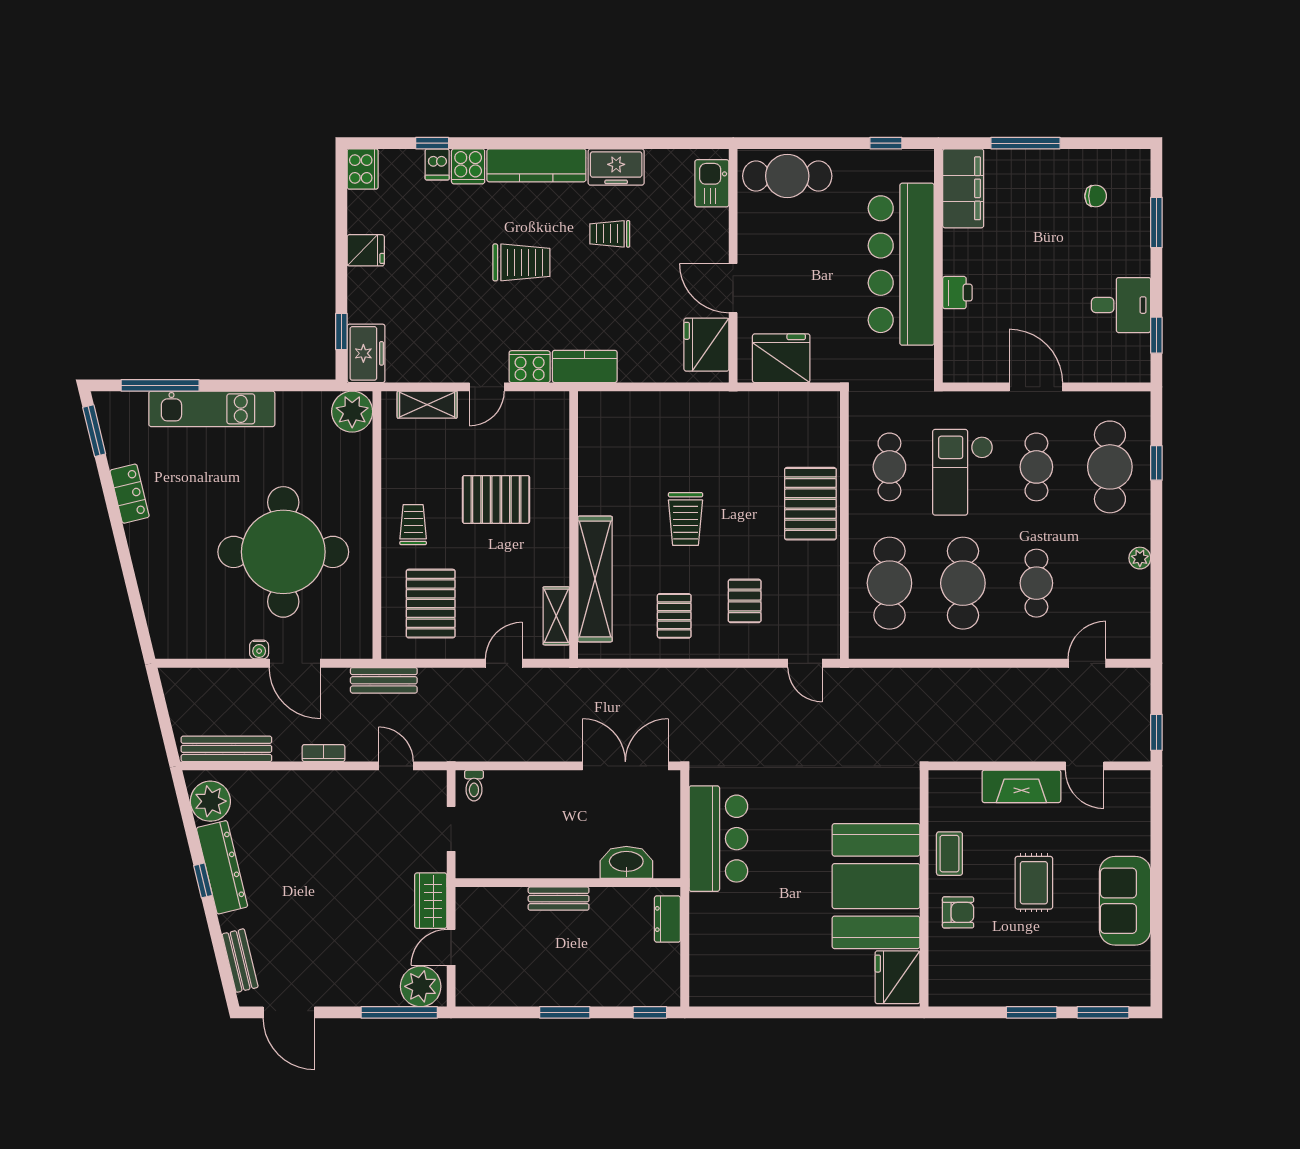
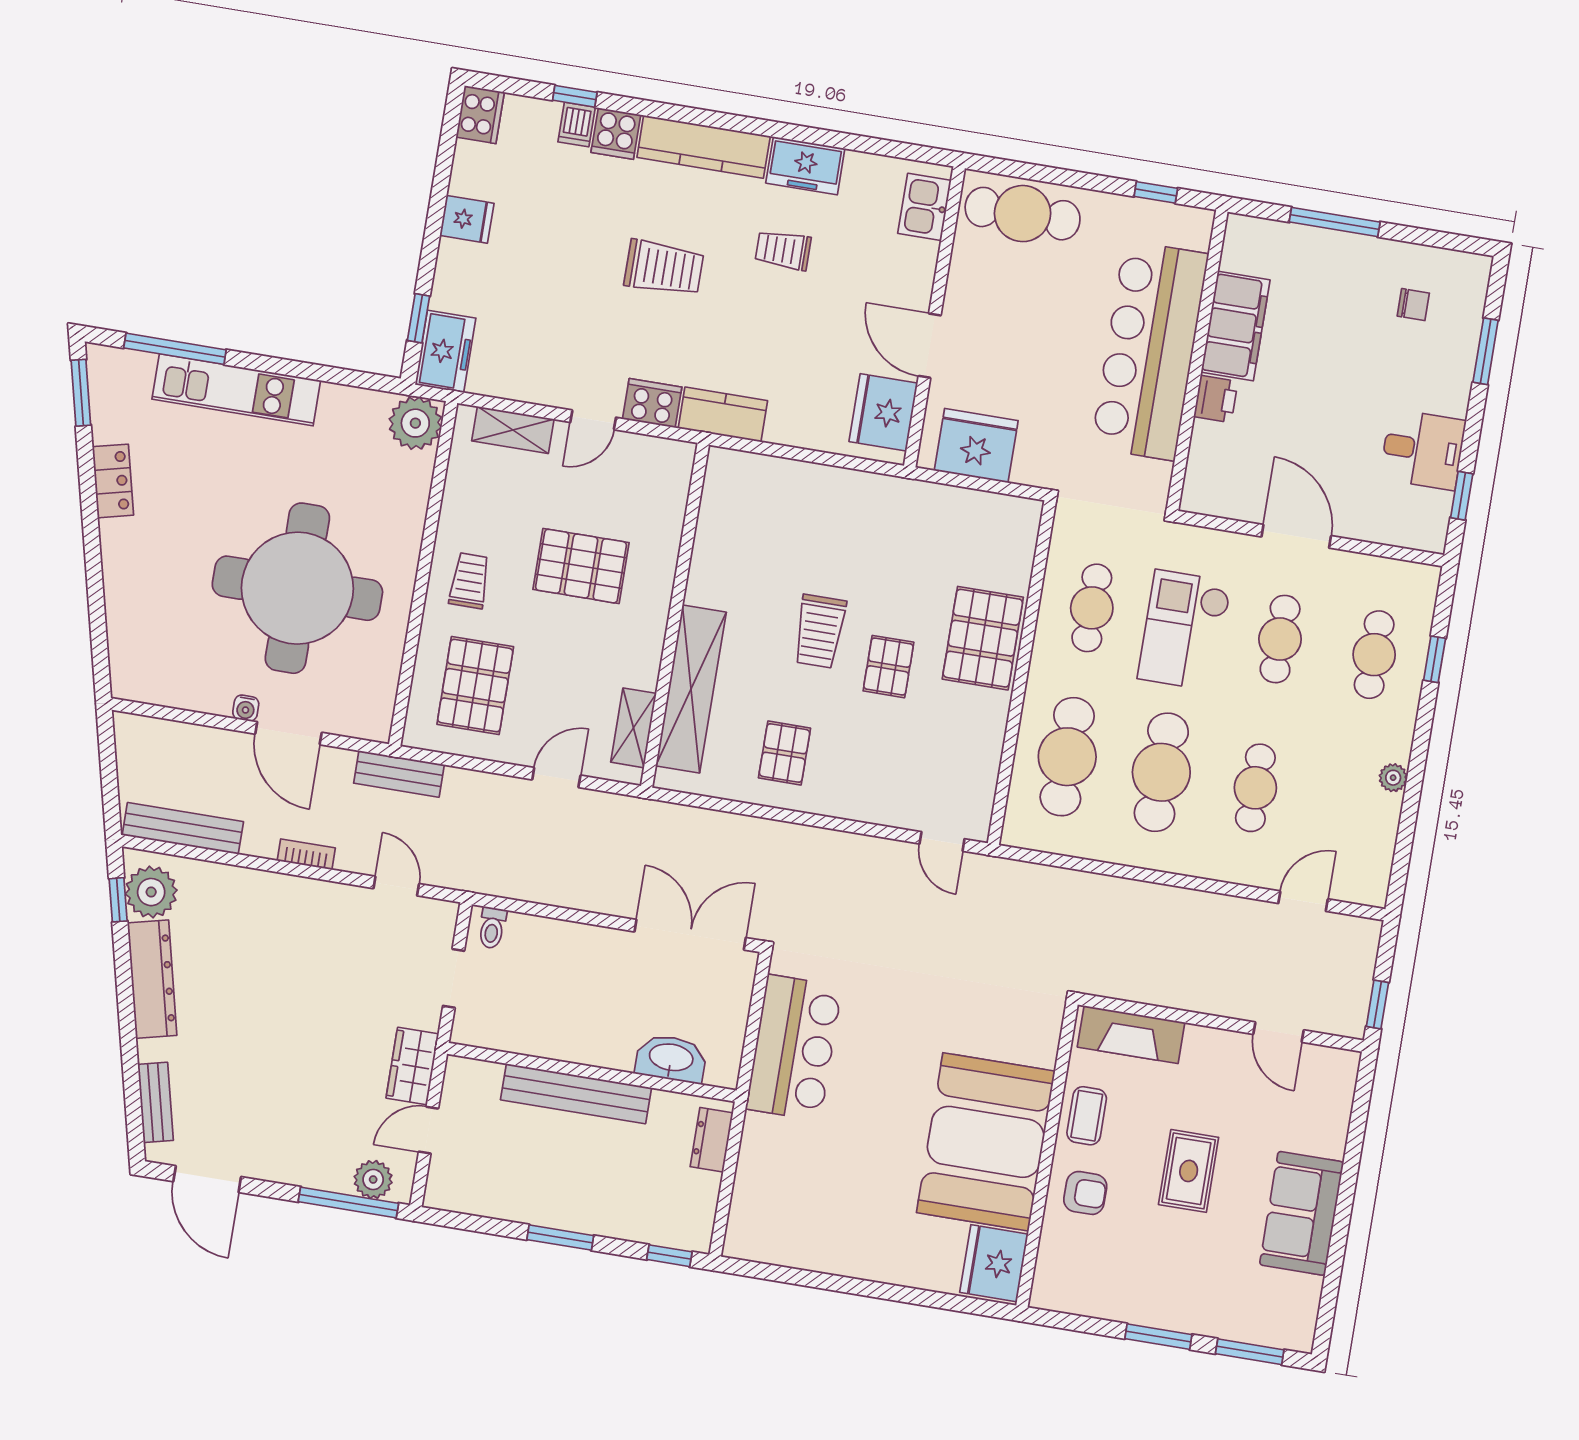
filing cabinet: (963, 188) -> (1235, 326), moved
cafe table: (1110, 467) -> (1374, 655), width x0.73, depth x0.74
pallet: (745, 601) -> (888, 667), moved
fireplace: (1021, 786) -> (1131, 1035), moved
window: (203, 880) -> (118, 900), moved
bench: (559, 899) -> (576, 1094), width x1.86, depth x1.21
plant: (421, 986) -> (373, 1180), width x0.73, depth x0.73

